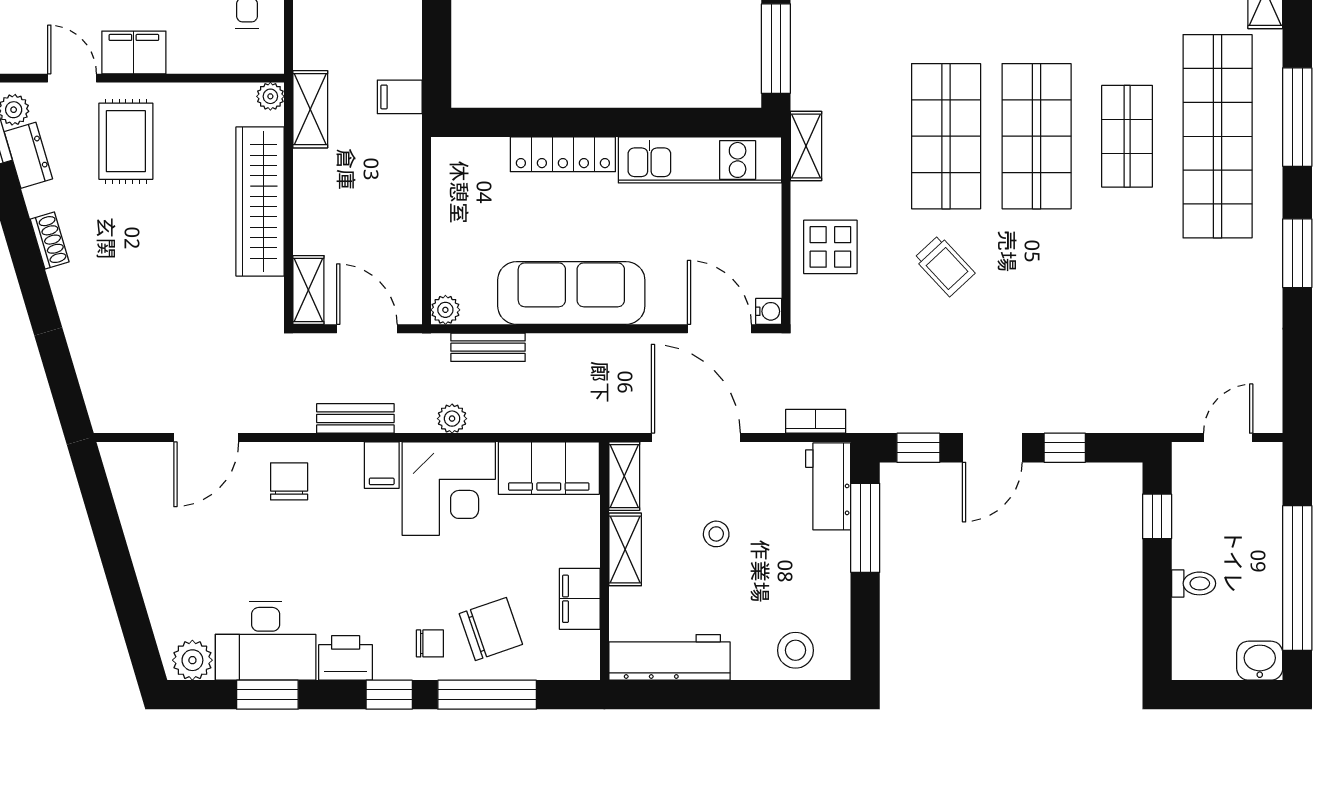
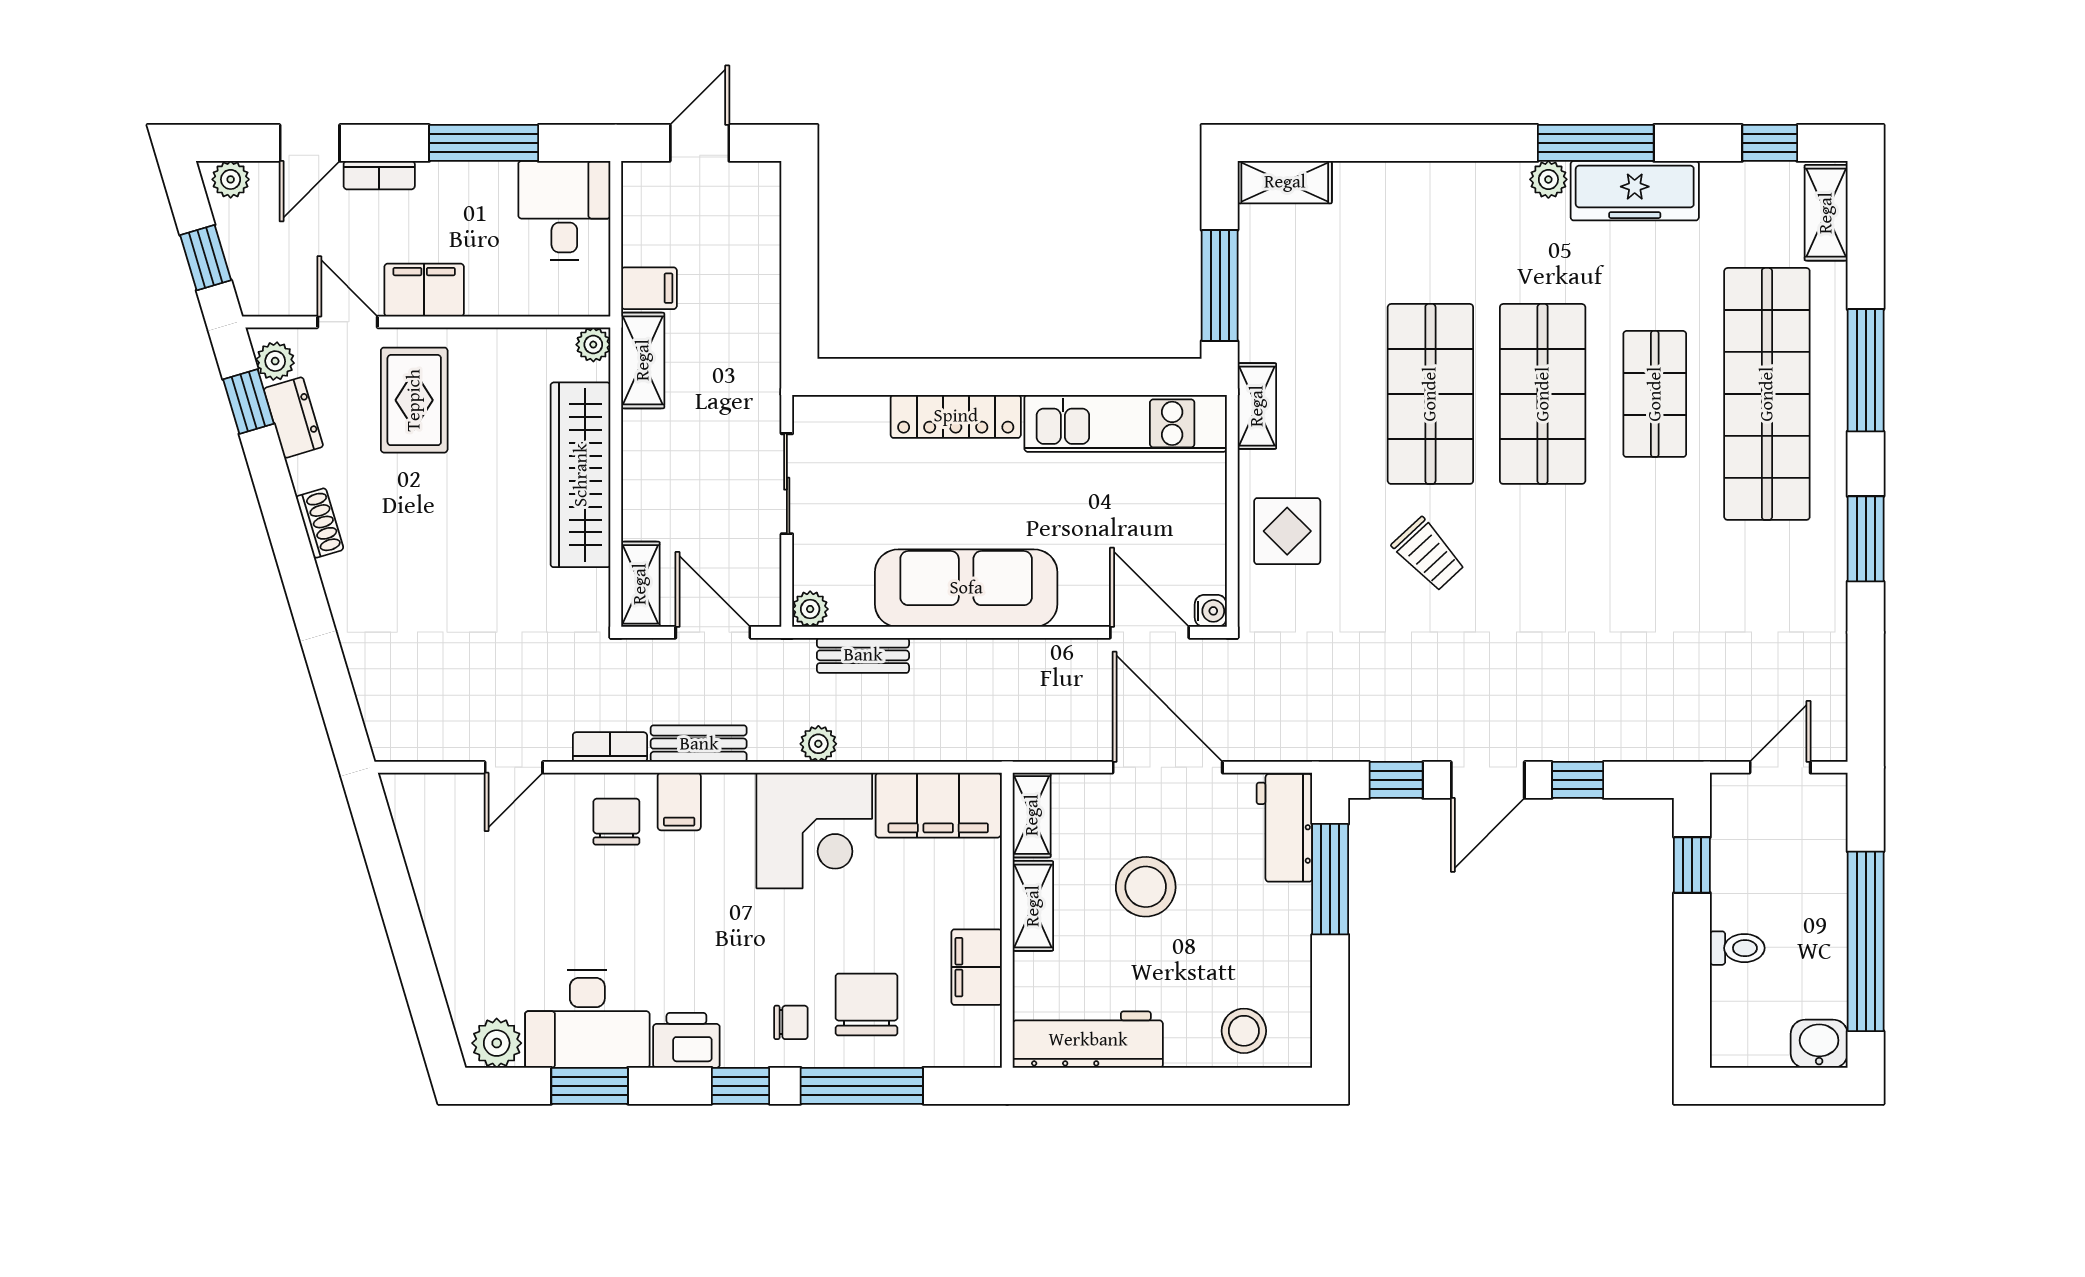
filing cabinet: (400, 97) -> (649, 288), moved, turned 180
sliding door: (427, 209) -> (787, 484), added
bookcase: (816, 421) -> (610, 747), moved
door: (206, 438) -> (514, 767), width x0.73
door: (696, 438) -> (1168, 767), moved
filing cabinet: (382, 465) -> (679, 801), moved
stool: (716, 534) -> (1146, 887), width x1.89, depth x1.89
chair: (491, 629) -> (866, 1005), turned -71

